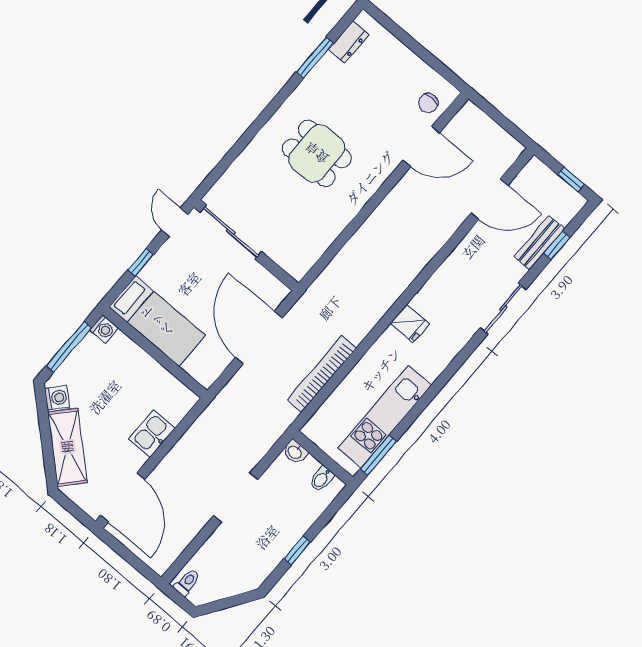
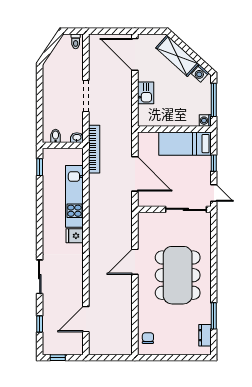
door: (421, 147) -> (135, 262), moved
dining table: (317, 153) -> (178, 275), width x1.87, depth x1.24
bench: (539, 243) -> (48, 318), removed
bookcase: (322, 374) -> (94, 149), moved
kitchen unit: (385, 417) -> (74, 196), moved, turned 180
window: (378, 455) -> (40, 167), width x0.67
window: (297, 551) -> (40, 96), removed

